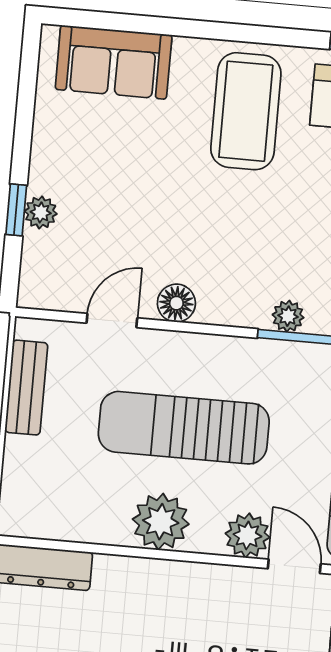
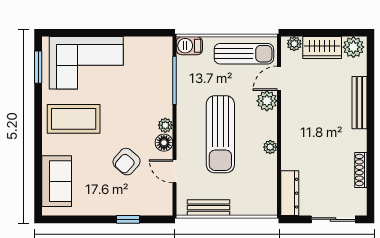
plant: (41, 212) -> (128, 208), removed
armchair: (143, 218) -> (127, 162), added
plant: (288, 316) -> (165, 125), moved
plant: (161, 522) -> (270, 147), width x0.53, depth x0.53

